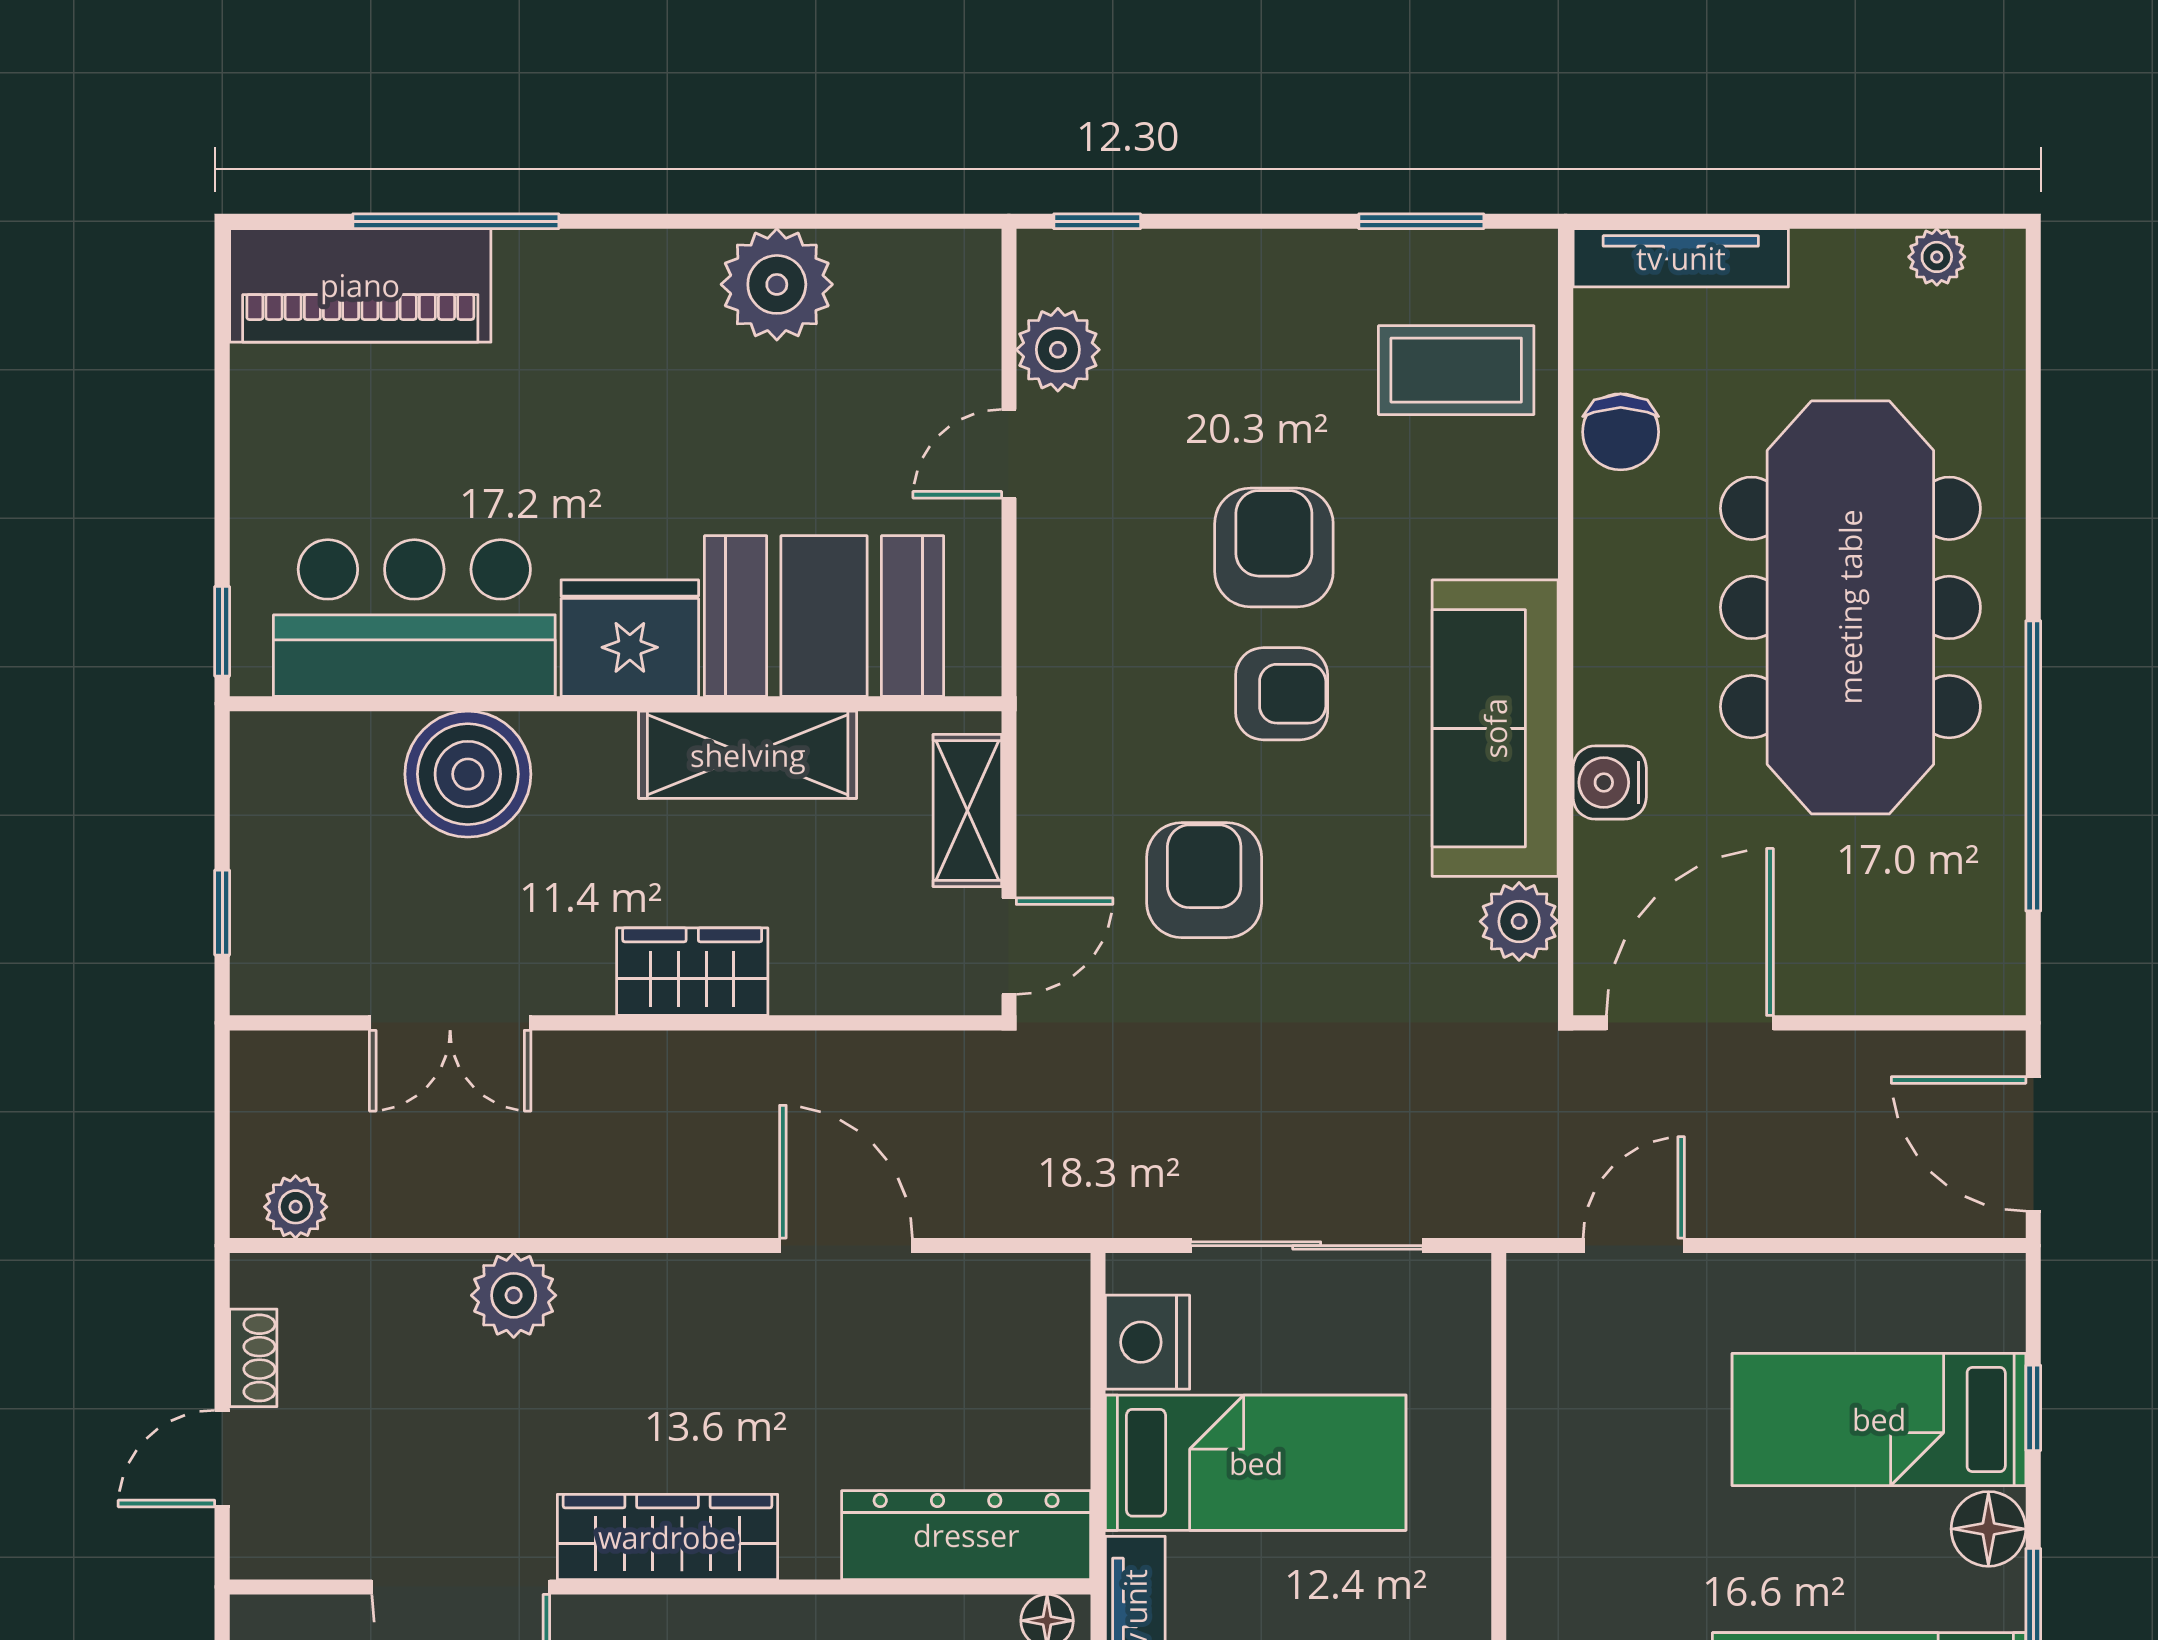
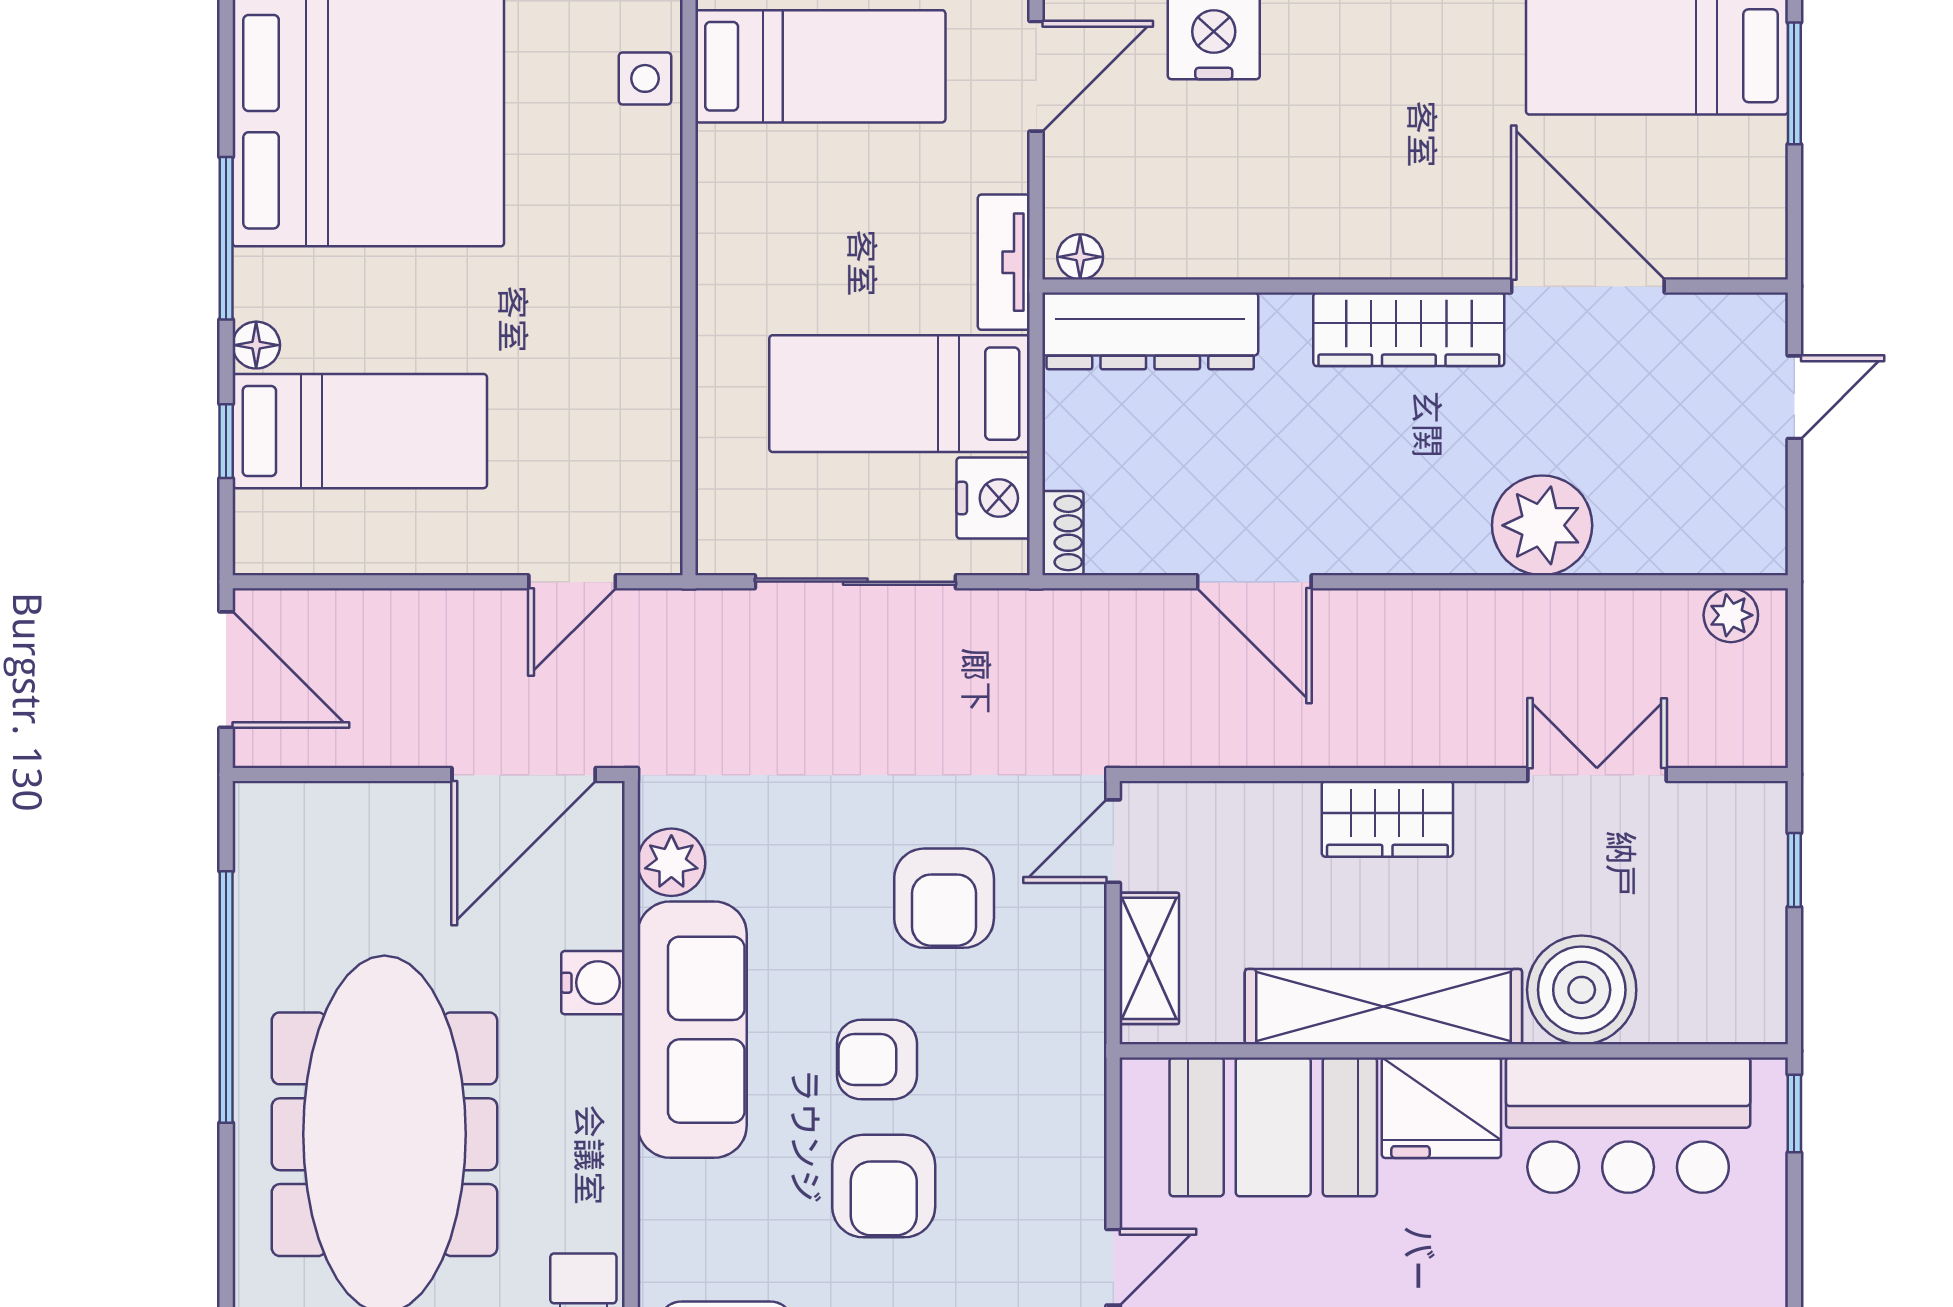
shelving: (748, 755) -> (1383, 1007), width x1.47
plant: (514, 1295) -> (1542, 525), width x1.36, depth x1.36
shoe rack: (253, 1358) -> (1063, 533), moved, turned 180
floor lamp: (1988, 1529) -> (256, 345), width x0.73, depth x0.73

